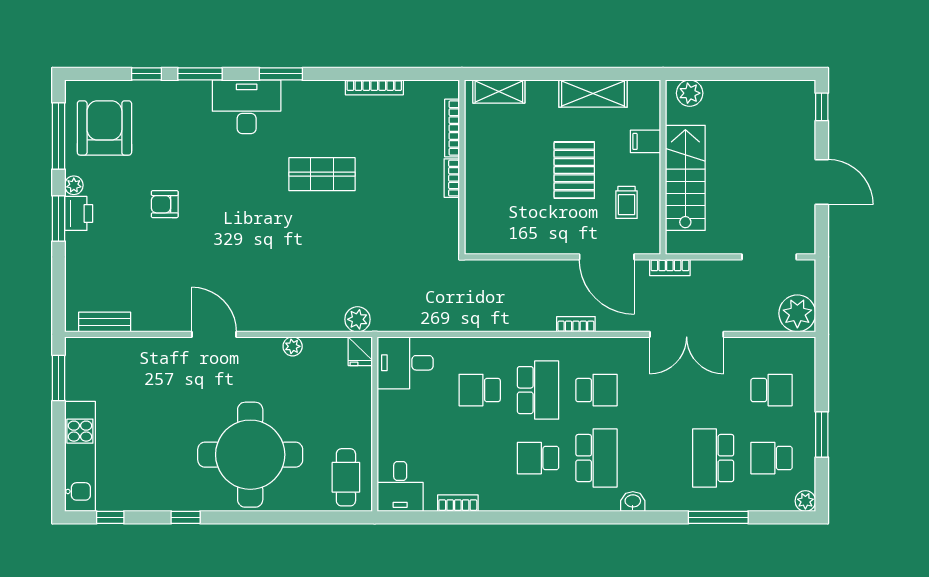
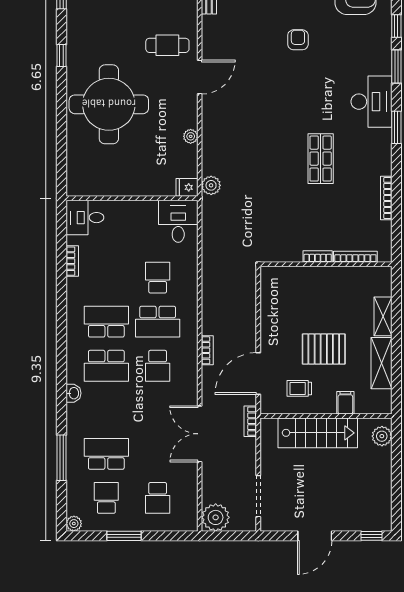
shelving: (499, 92) -> (383, 316), moved
school desk: (538, 458) -> (106, 322), width x1.85
cafe table: (346, 477) -> (167, 45), moved

